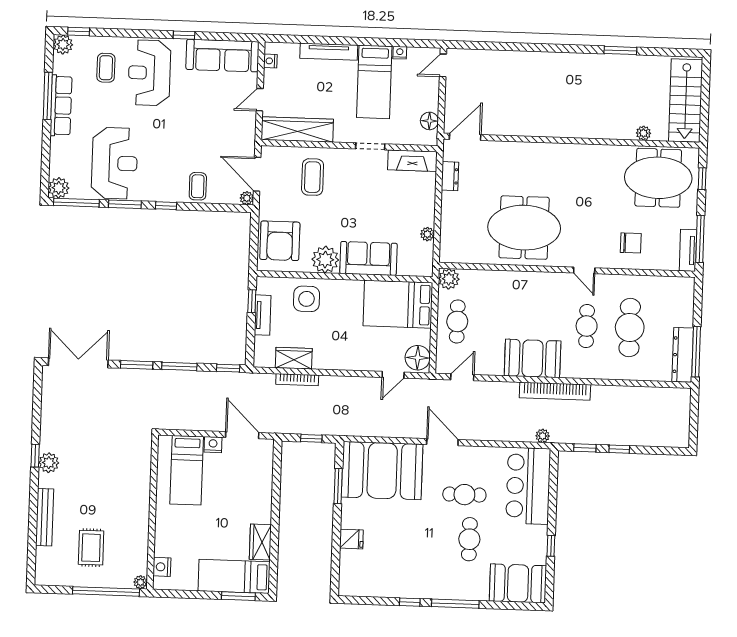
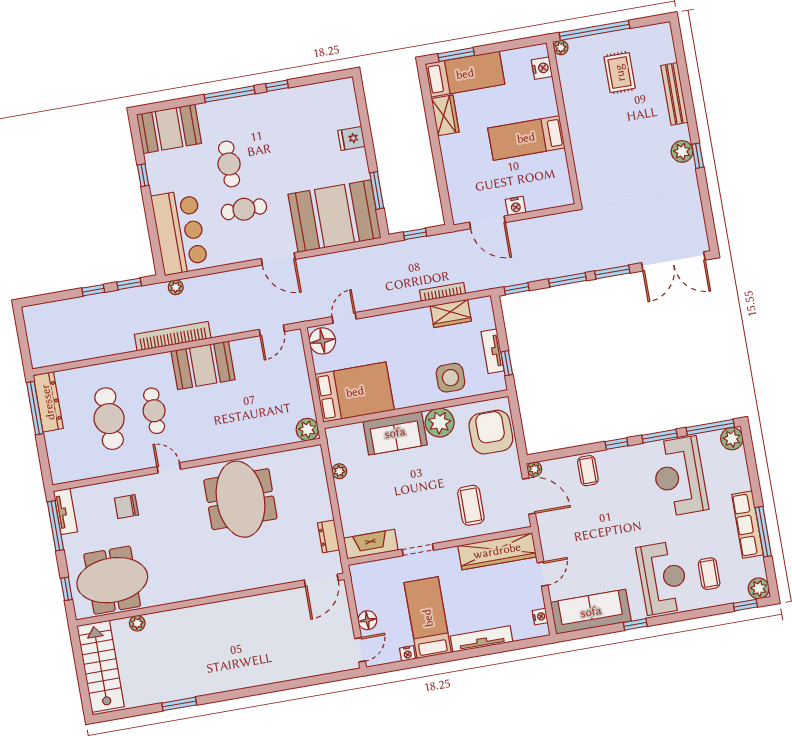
floor lamp: (429, 121) -> (367, 620), moved
meeting table: (524, 228) -> (240, 499), turned 90
cafe table: (457, 321) -> (289, 387), removed
bed: (187, 470) -> (526, 138), moved, turned -90

